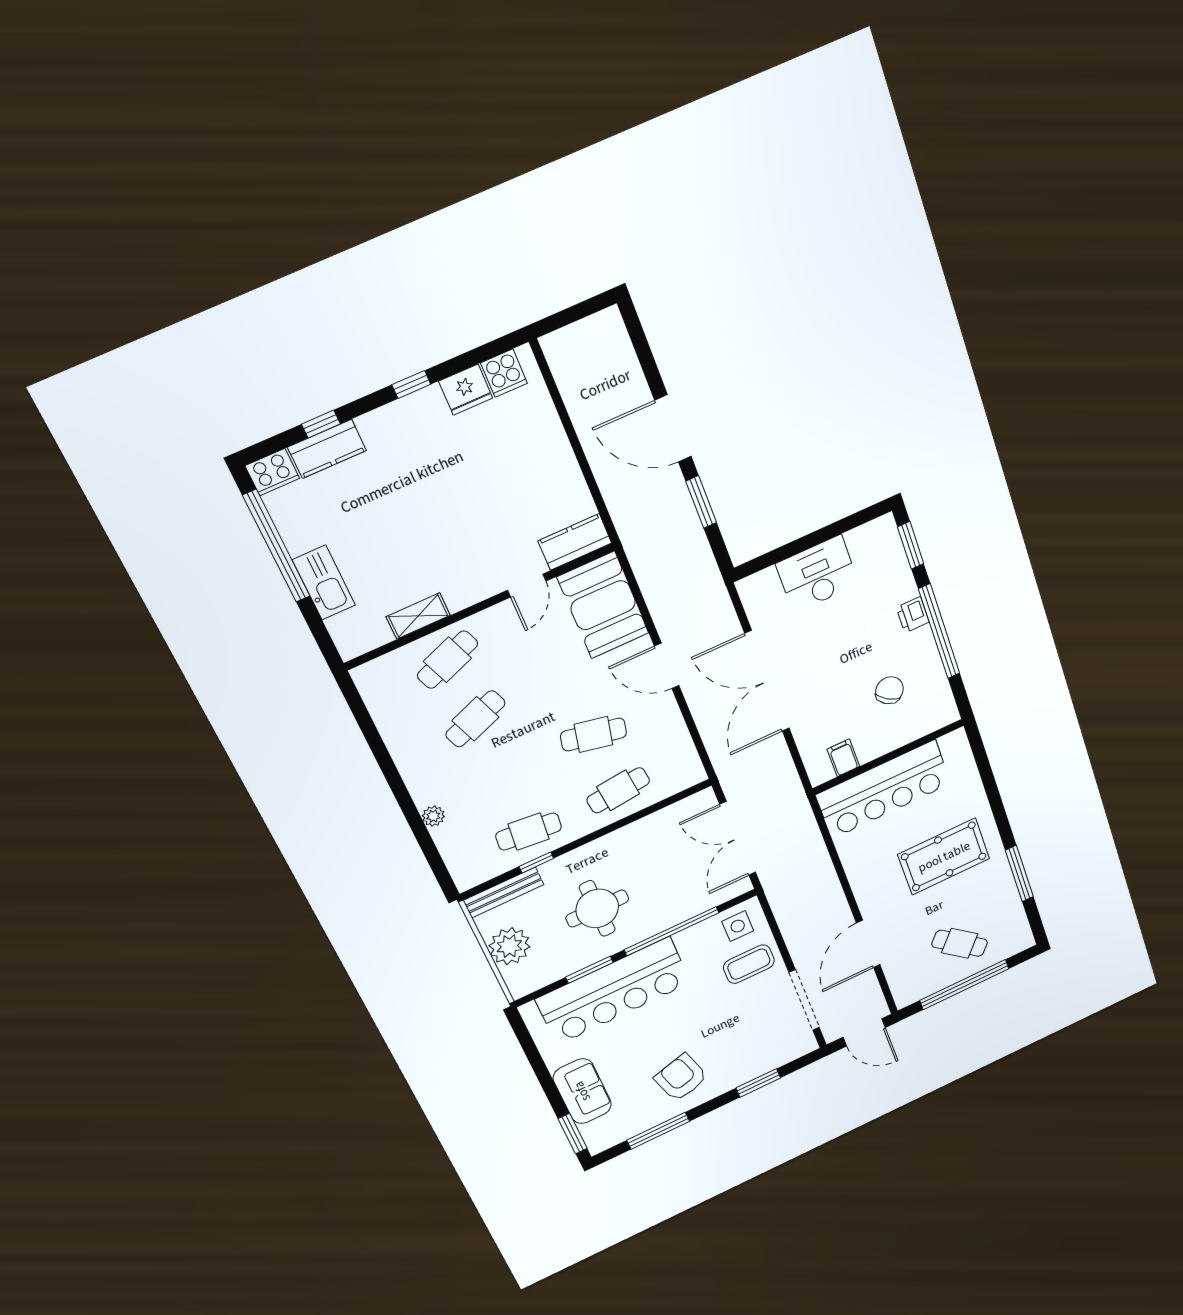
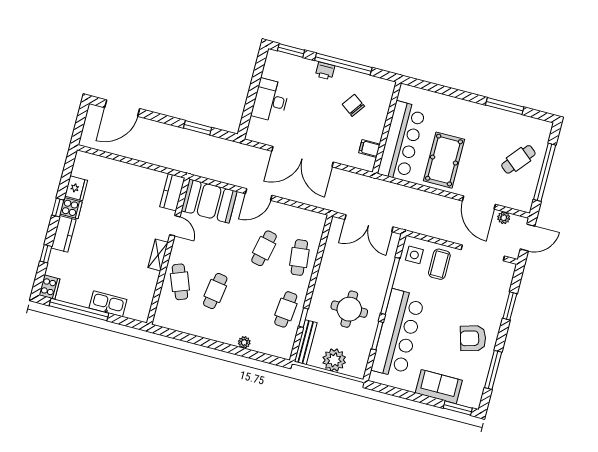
cooker: (504, 373) -> (71, 208), moved
door: (673, 429) -> (122, 108), moved
kitchen counter: (327, 449) -> (64, 234), moved
shelving: (418, 616) -> (158, 255), moved
cafe table: (475, 719) -> (215, 291), turned 30
pool table: (944, 857) -> (444, 160), moved
plant: (870, 987) -> (504, 218), added

